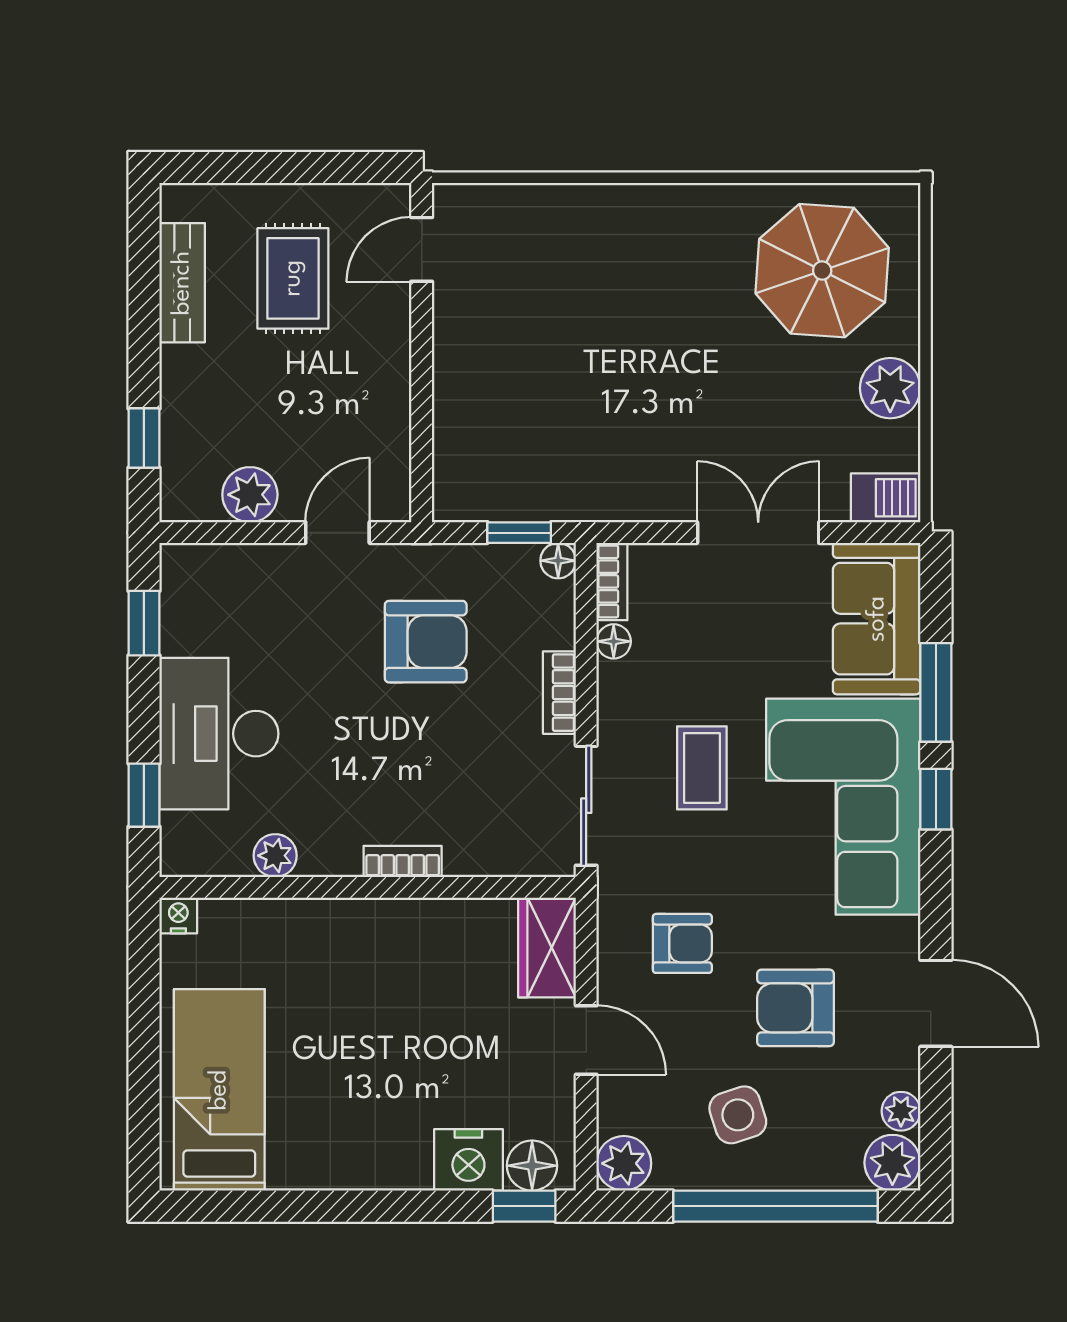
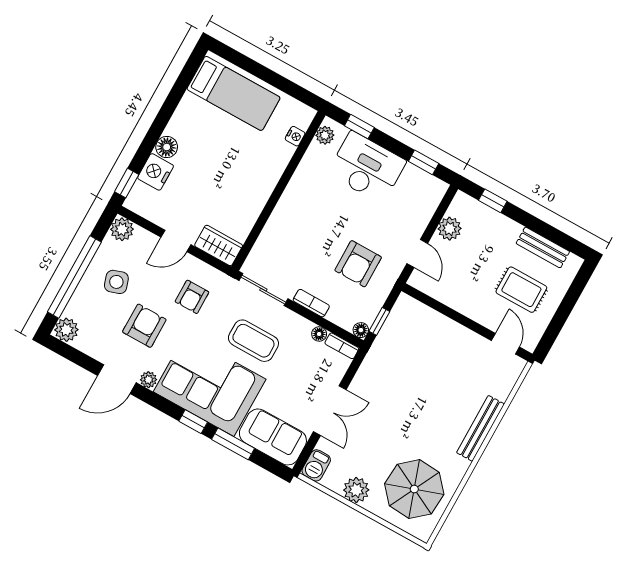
bench: (623, 204) -> (480, 428), added
coffee table: (702, 768) -> (253, 341), width x1.36, depth x1.30
plant: (275, 856) -> (325, 135), moved
bookcase: (403, 861) -> (281, 209), removed
nightstand: (178, 915) -> (295, 136), moved
plant: (901, 1111) -> (148, 380), moved
floor lamp: (532, 1166) -> (167, 147), moved

